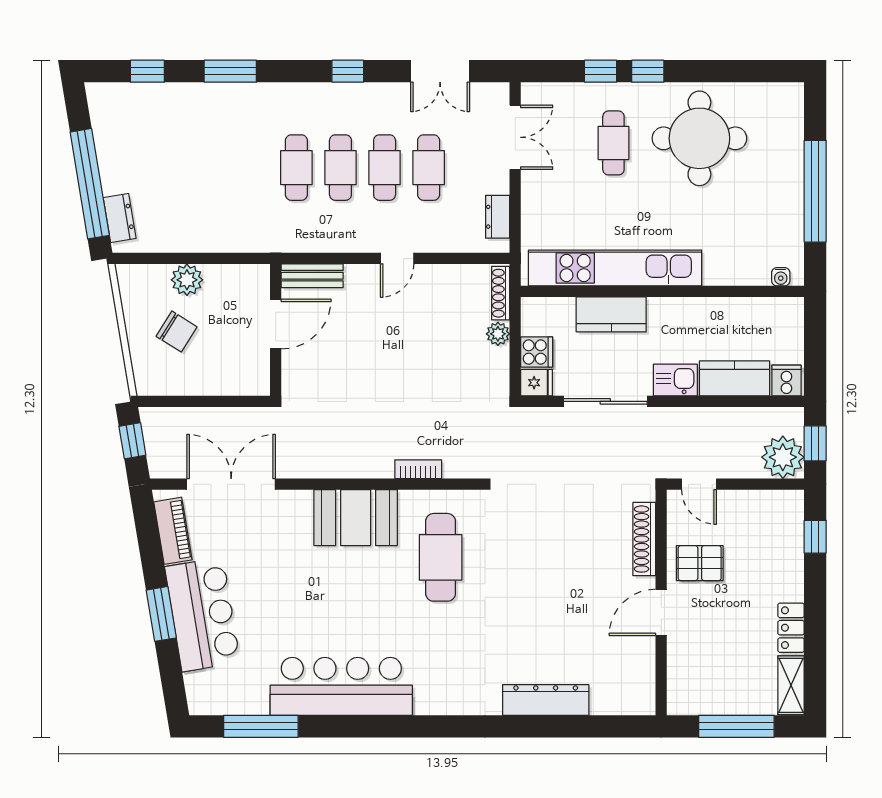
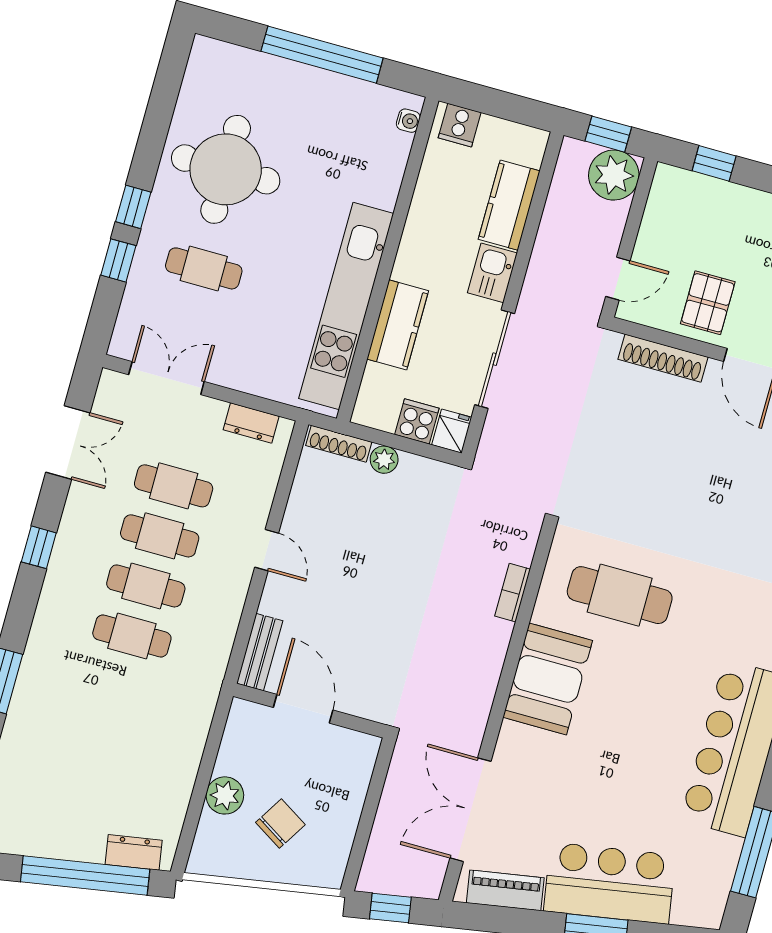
cooker: (786, 381) -> (460, 125), moved, turned -90

